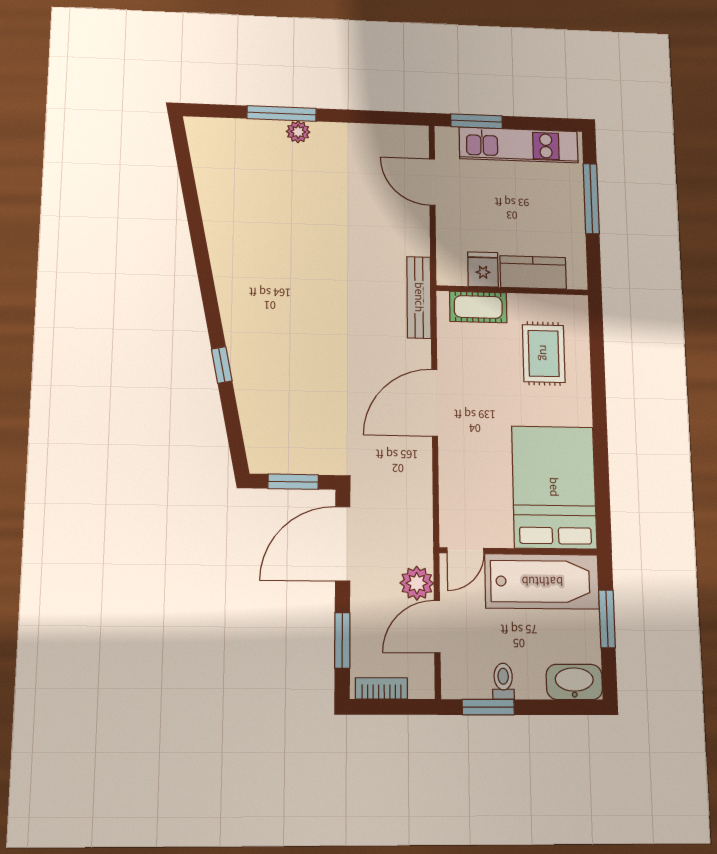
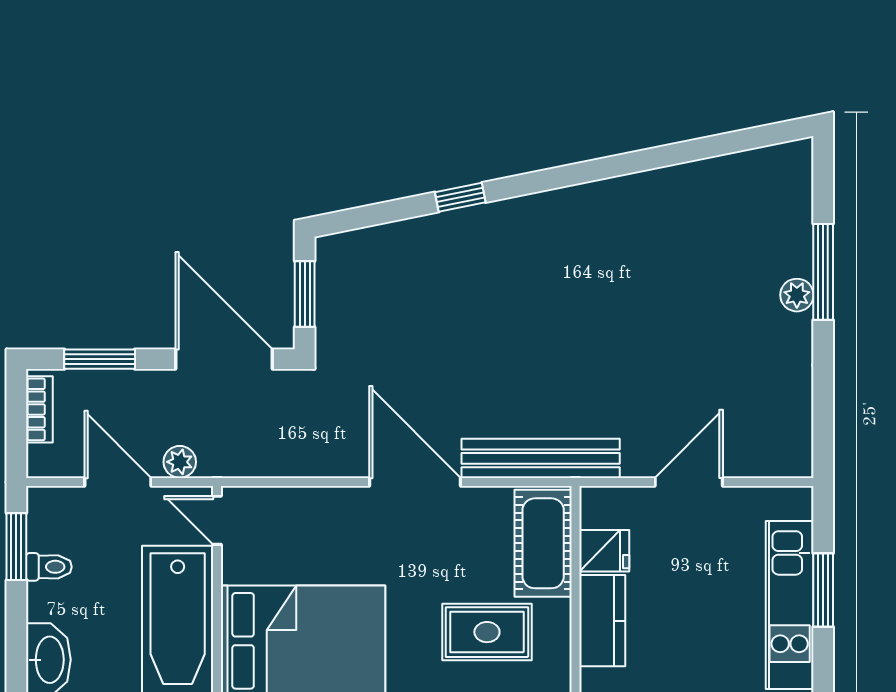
window: (476, 121) -> (823, 590), moved
door: (432, 182) -> (689, 482), moved
bench: (419, 297) -> (541, 458), width x1.37, depth x1.21
cot: (478, 307) -> (543, 543), width x1.37, depth x1.34
plant: (417, 583) -> (180, 462), width x0.73, depth x0.73

